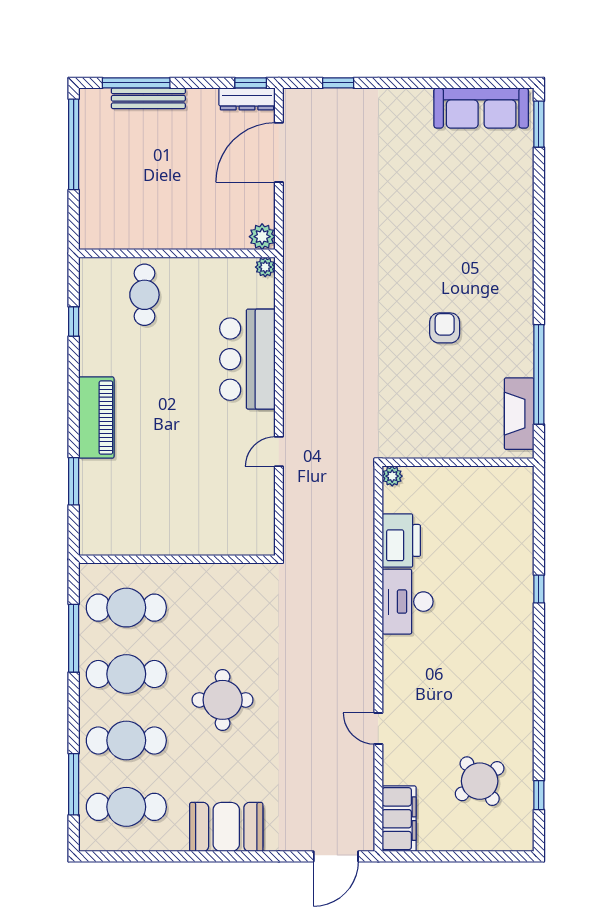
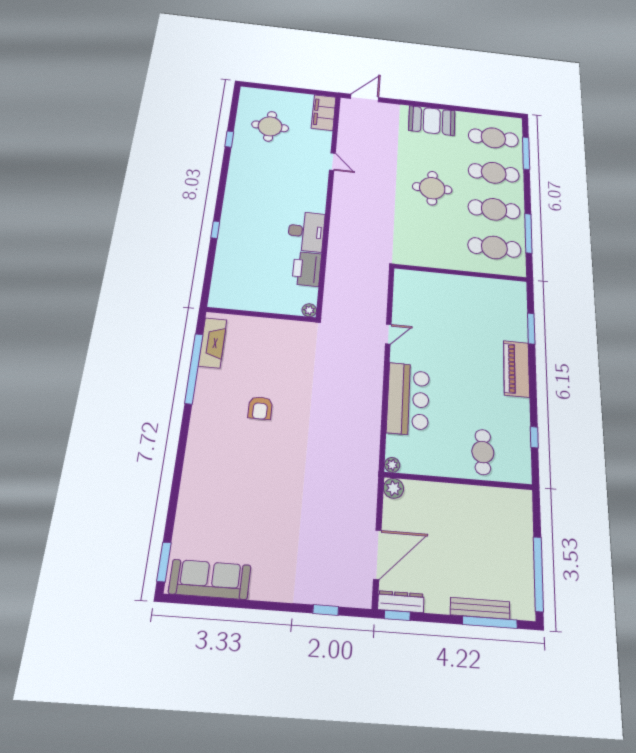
round table: (480, 781) -> (270, 126), turned 38
window: (539, 795) -> (229, 139), moved

